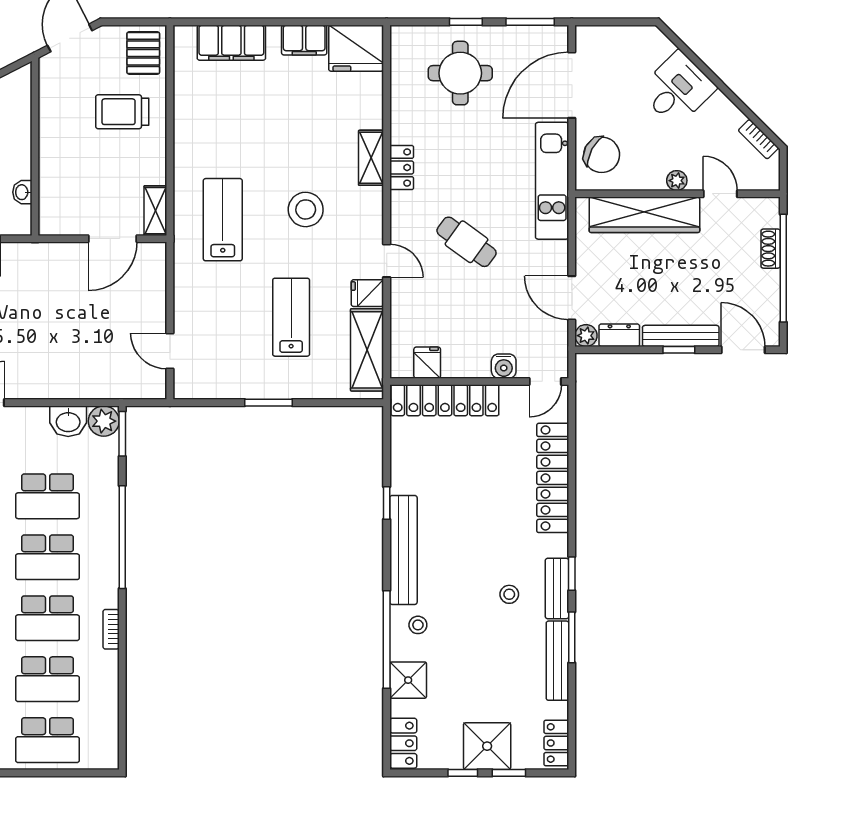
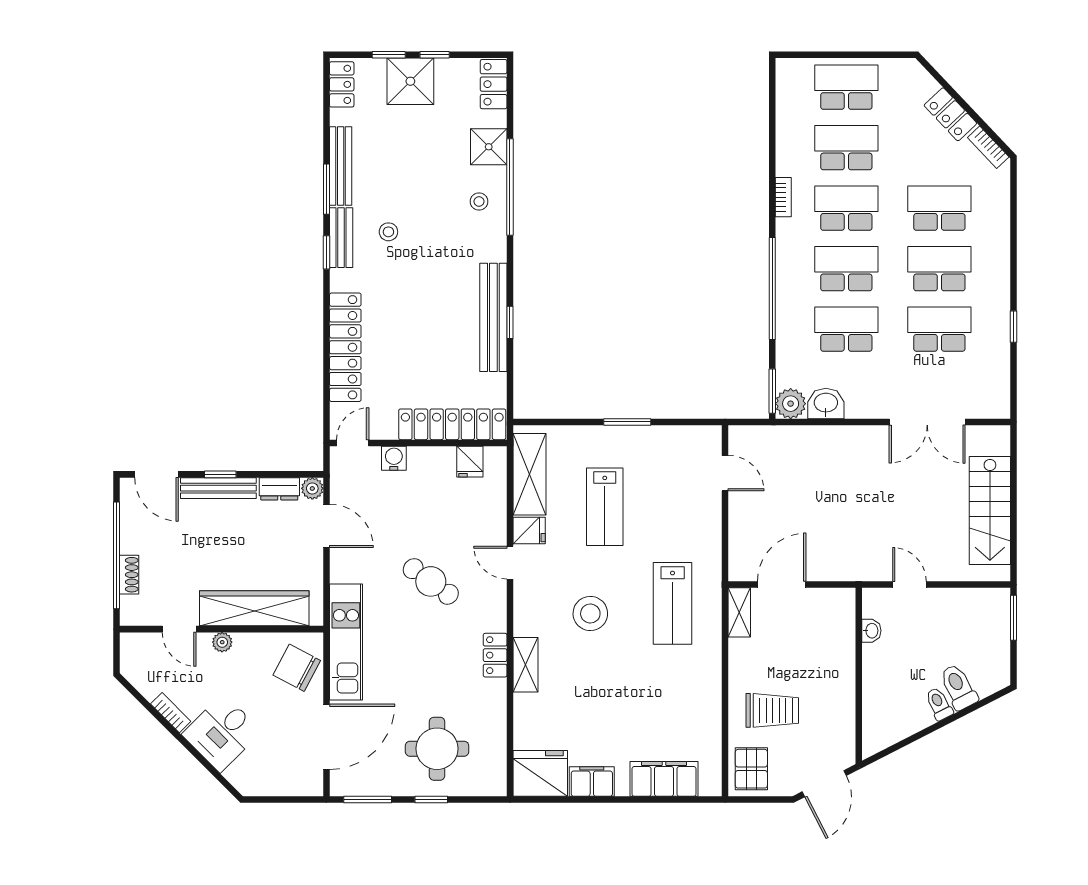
bookcase: (758, 139) -> (171, 713), moved
bench: (403, 550) -> (493, 317), moved

